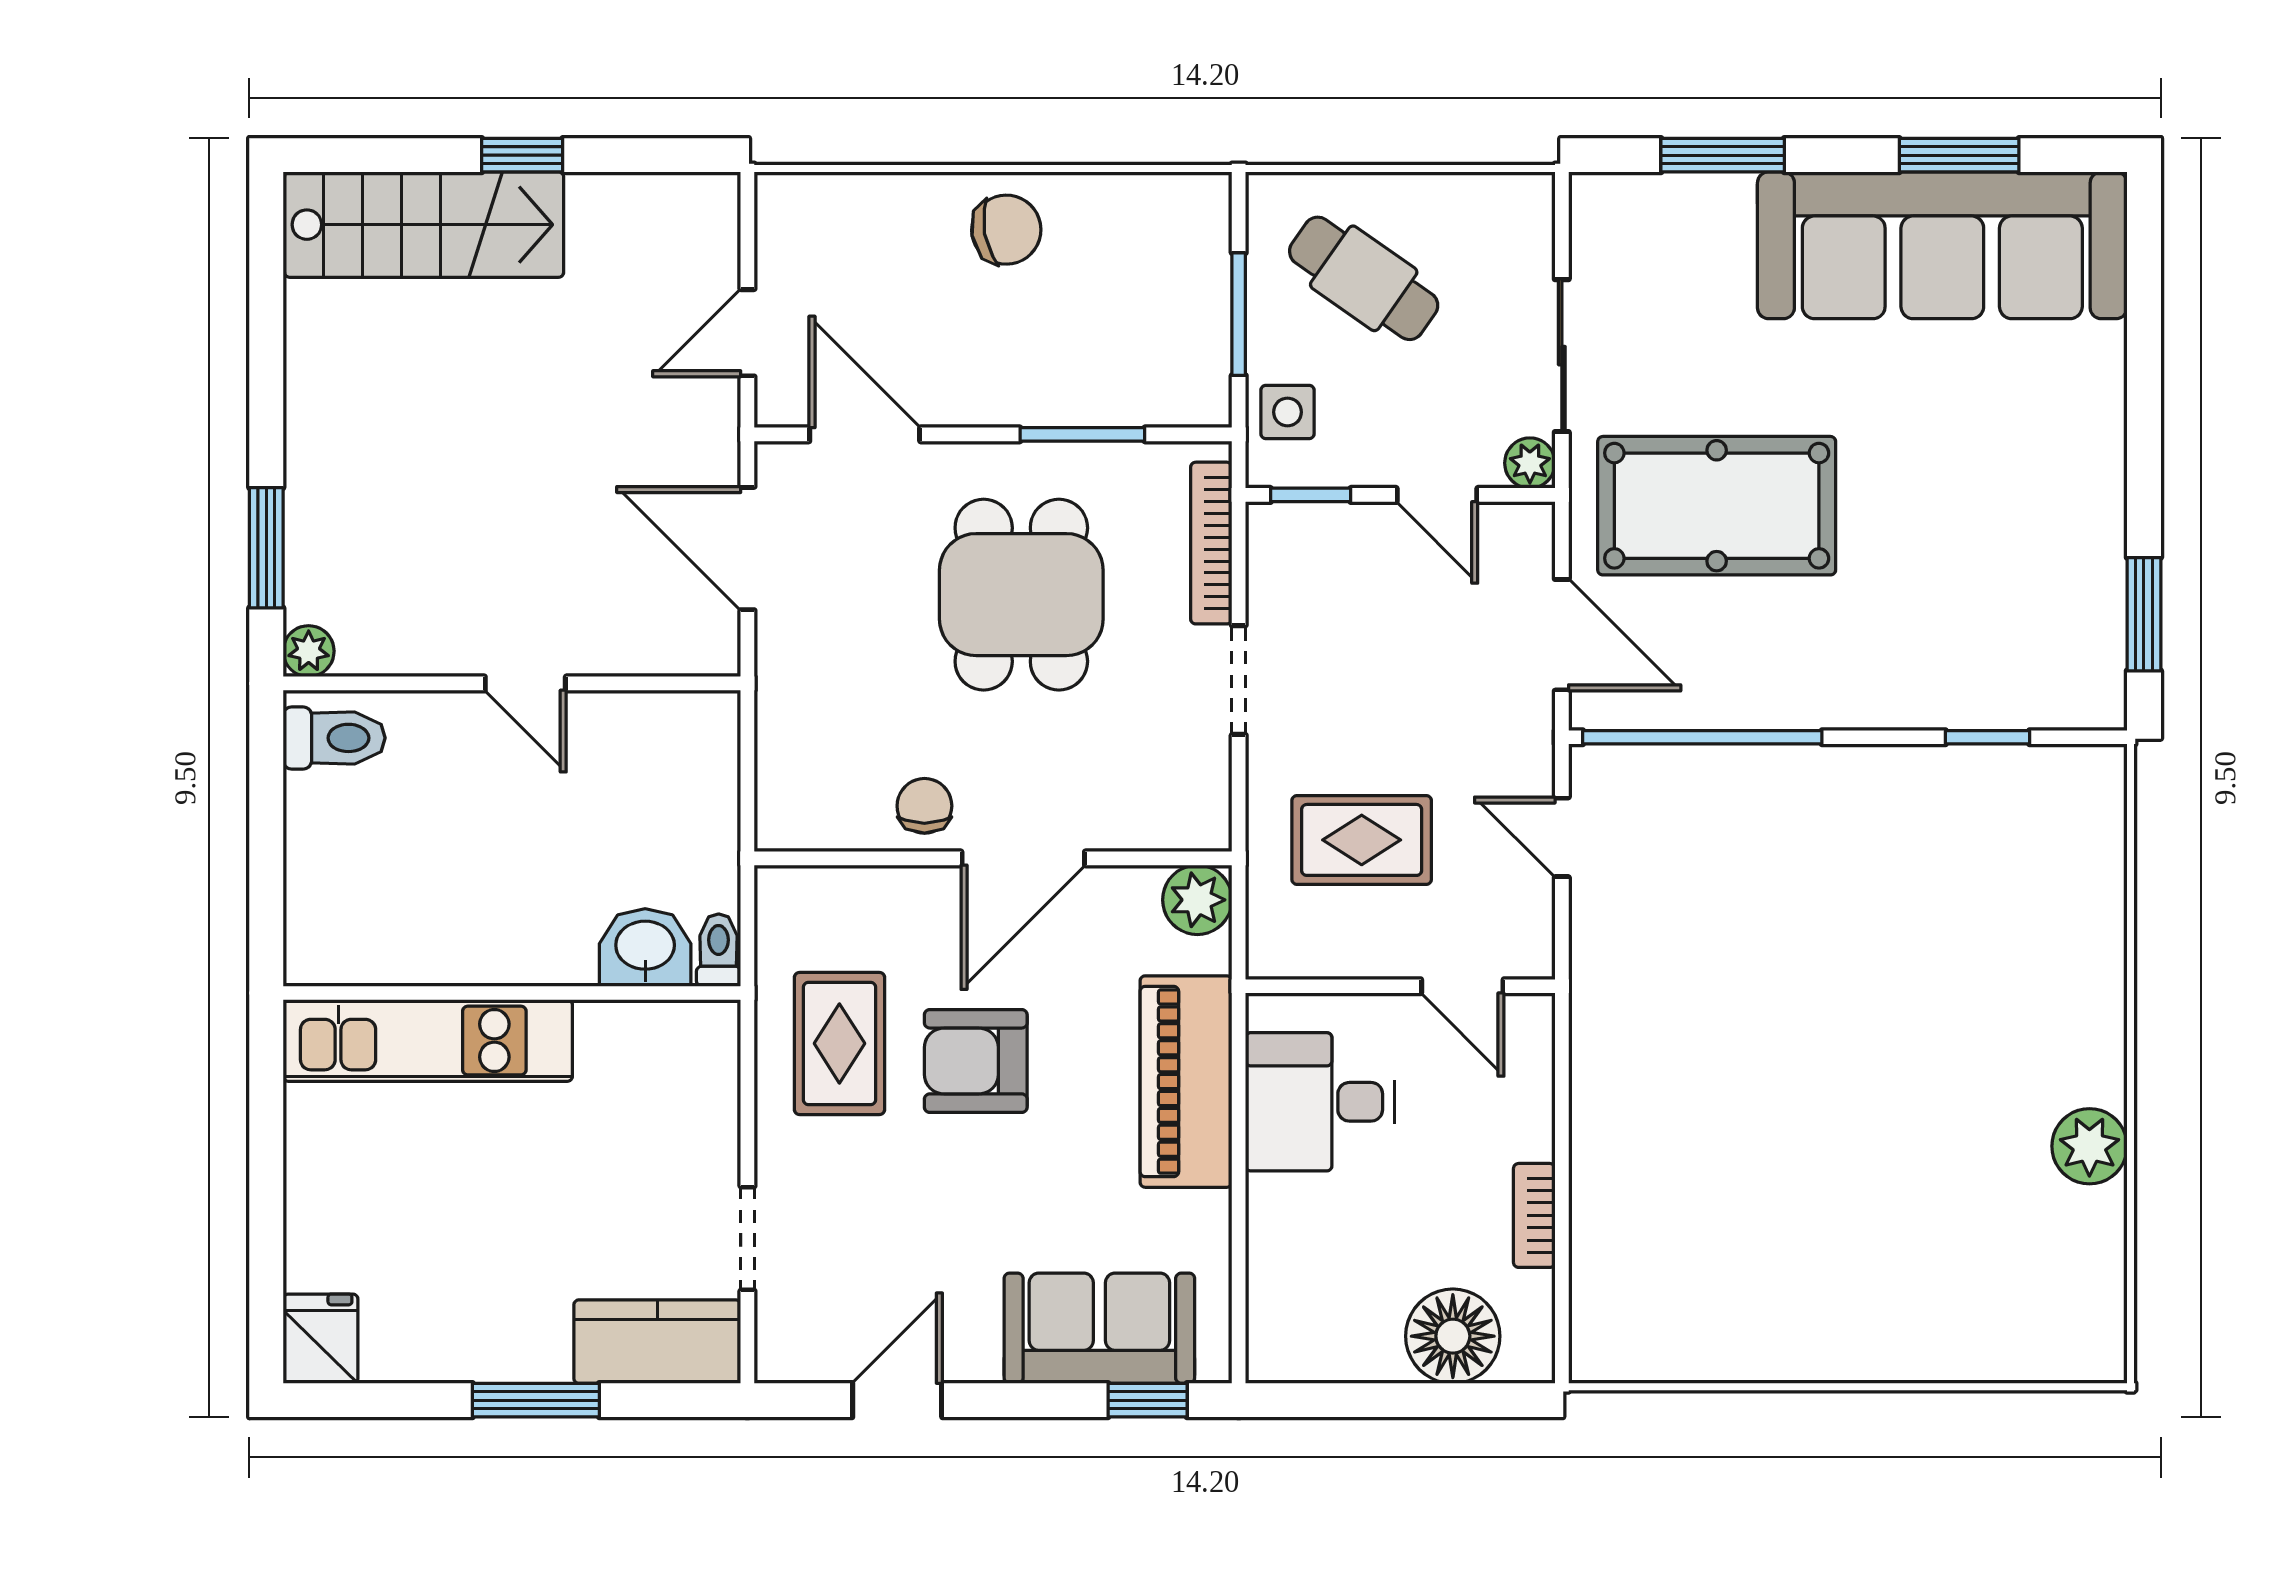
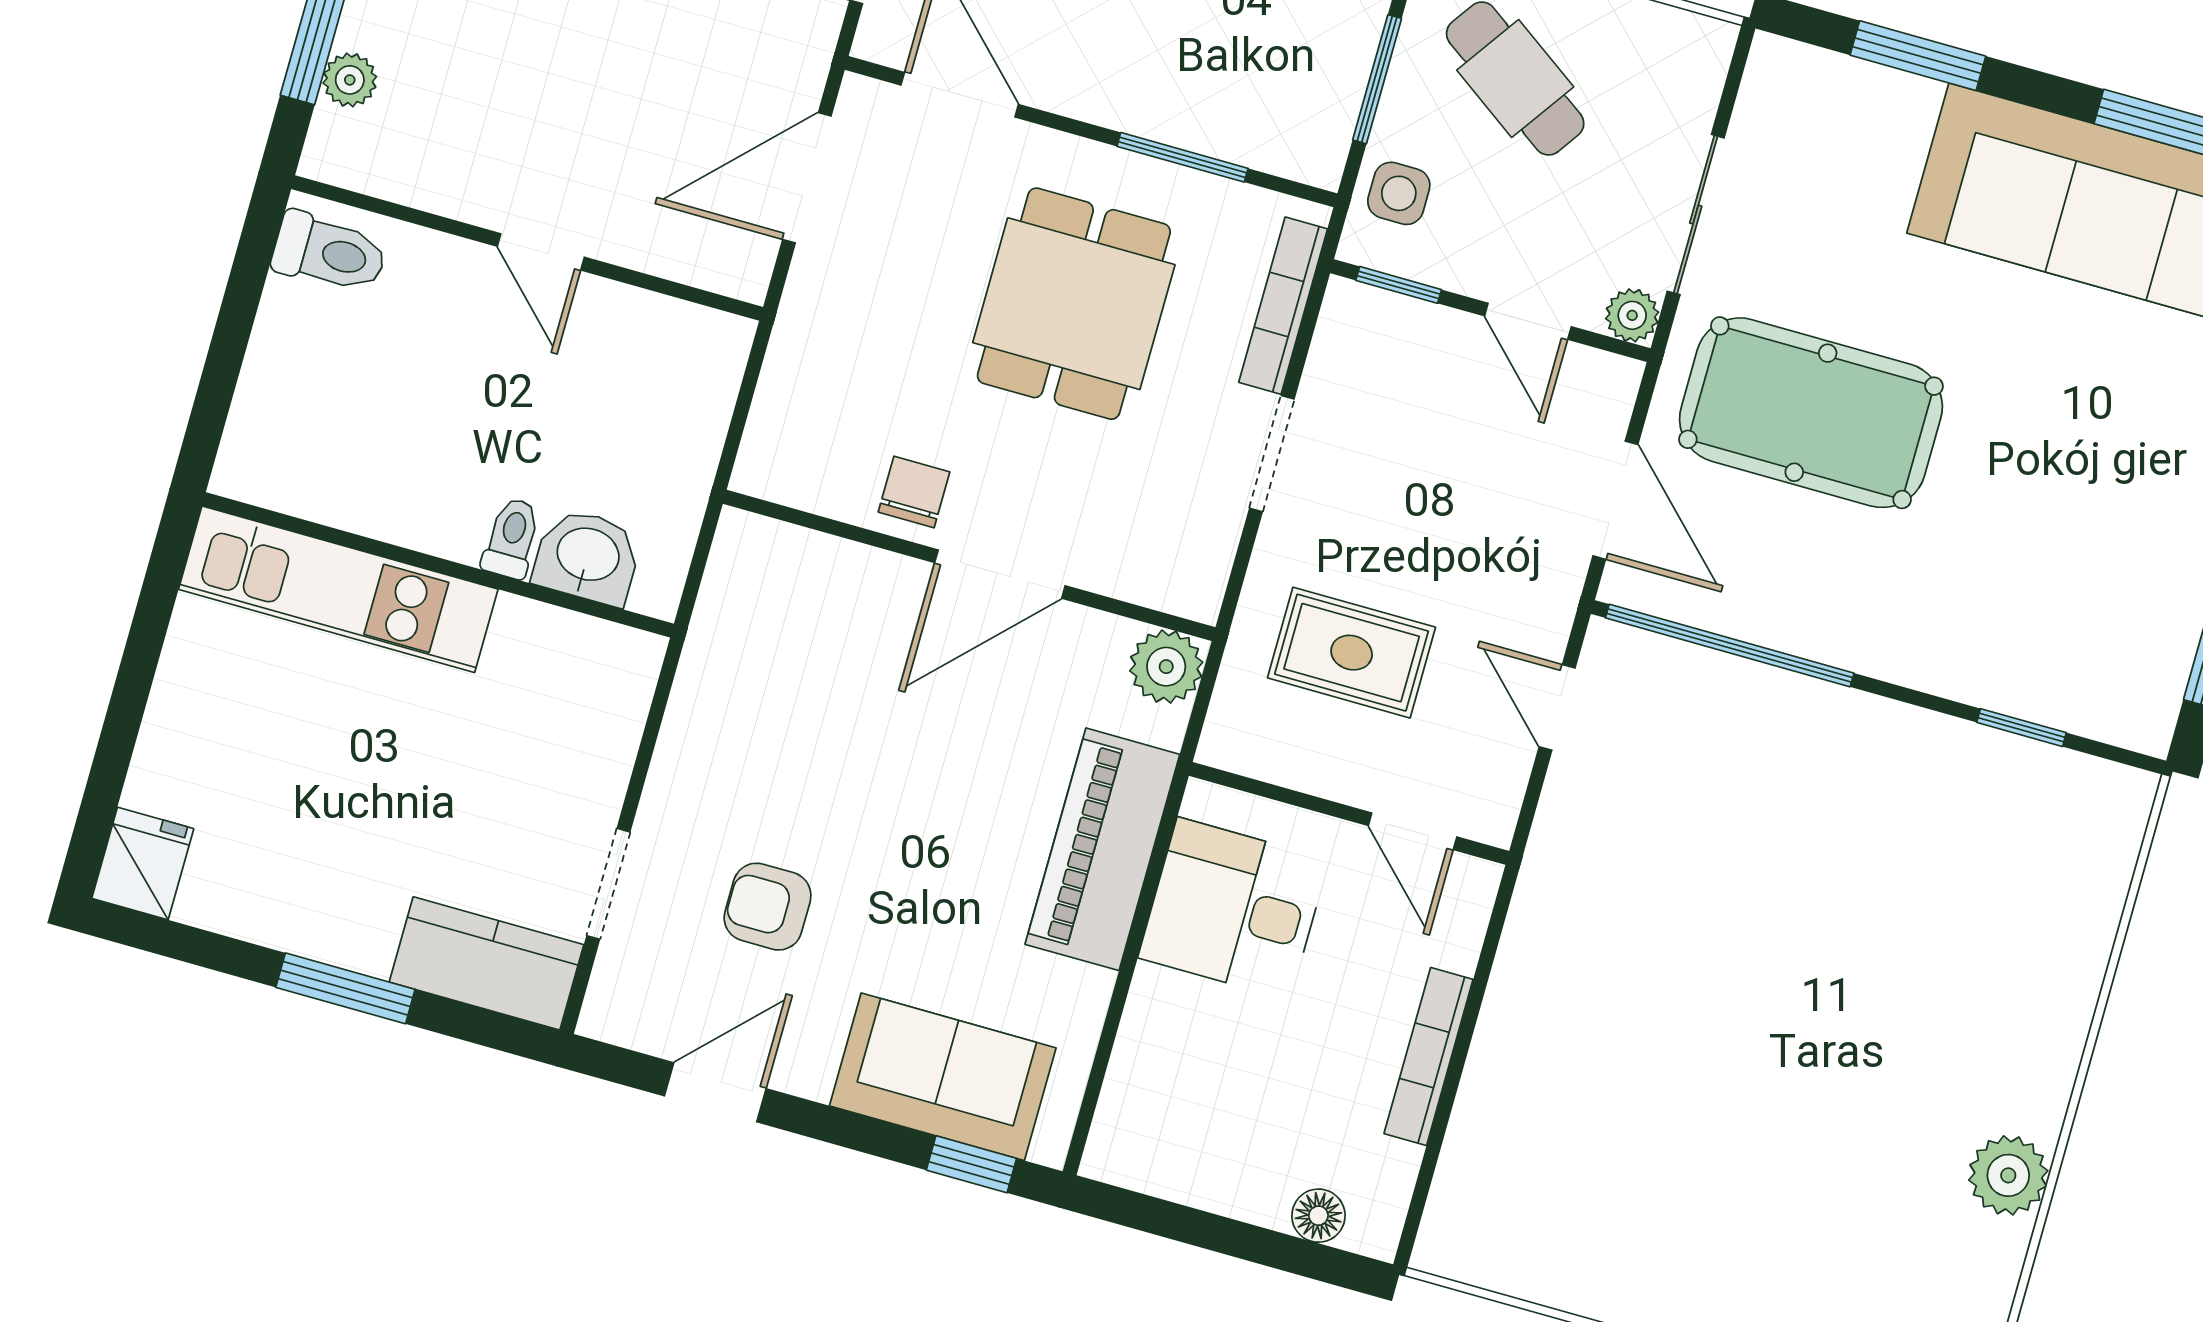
door: (747, 549) -> (807, 178), hinge flipped
plant: (309, 651) -> (350, 80), moved
toilet: (719, 950) -> (512, 538), moved
rug: (839, 1043) -> (759, 711), removed
armchair: (976, 1061) -> (768, 907), moved, width x0.72, depth x0.72
bookcase: (1534, 1215) -> (1429, 1057), width x1.56
floor lamp: (1453, 1336) -> (1318, 1216), width x0.53, depth x0.53

